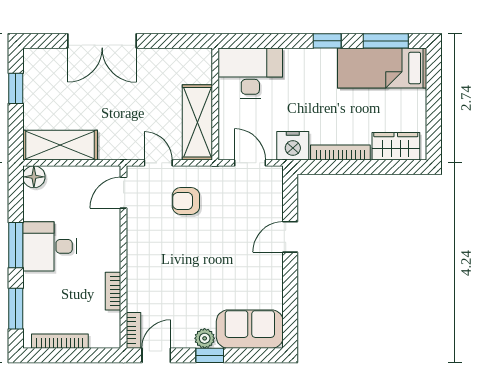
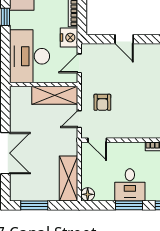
desk: (250, 73) -> (30, 56), width x1.36, depth x1.30
window: (16, 88) -> (34, 205), width x1.50

